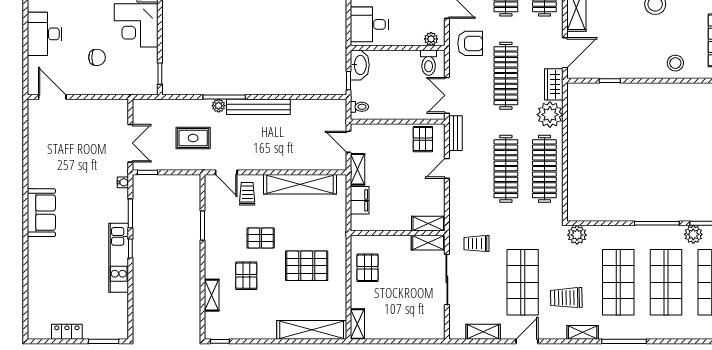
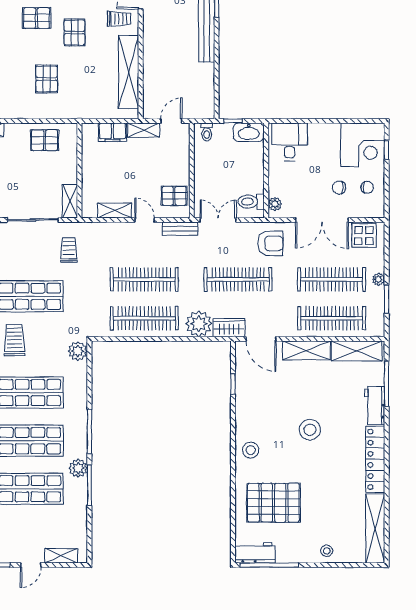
armchair: (470, 43) -> (270, 243), turned -90
shelving: (428, 224) -> (114, 210), moved, turned 90
pallet: (307, 266) -> (47, 79), width x0.67, depth x0.71

